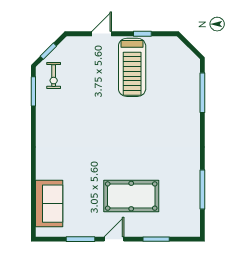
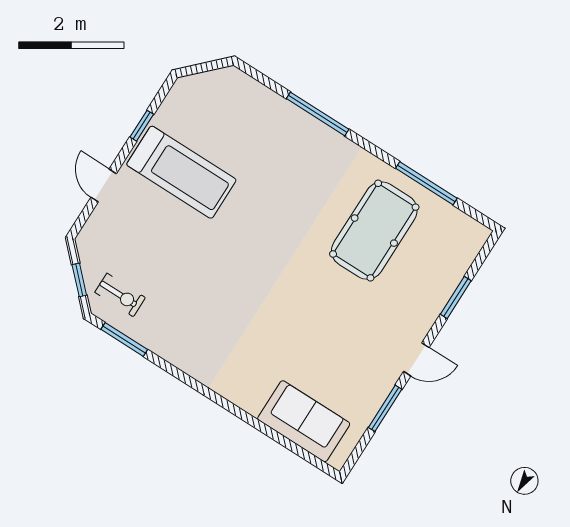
window: (202, 93) -> (318, 114), moved
pool table: (131, 196) -> (374, 231), moved
door: (114, 239) -> (416, 359), swing flipped

